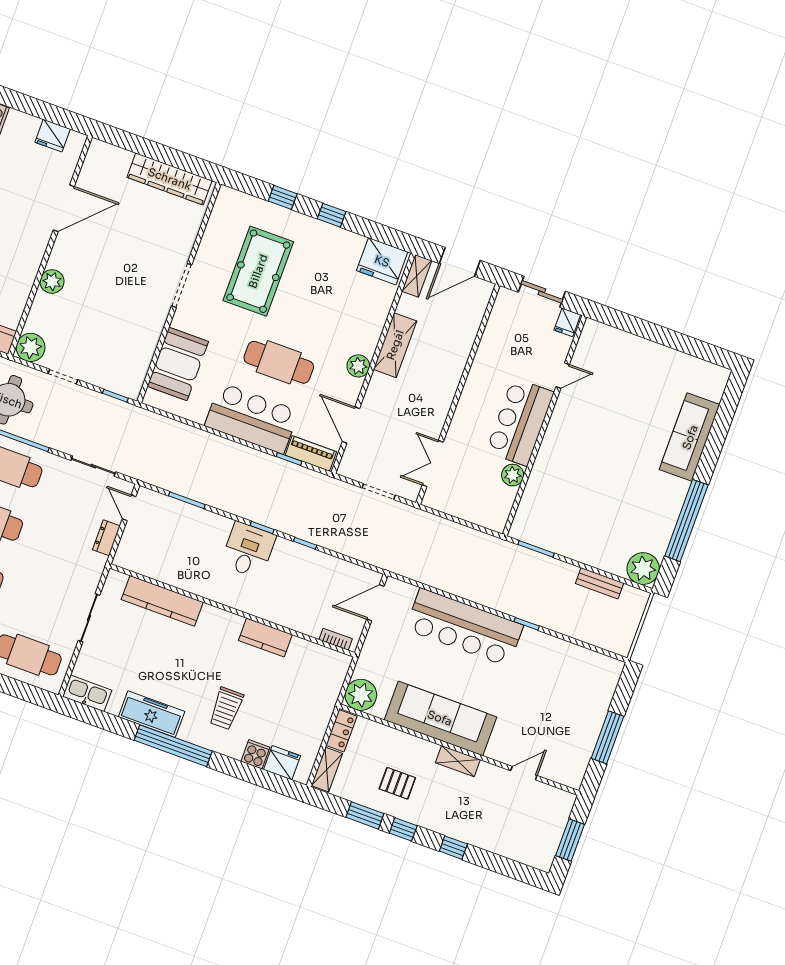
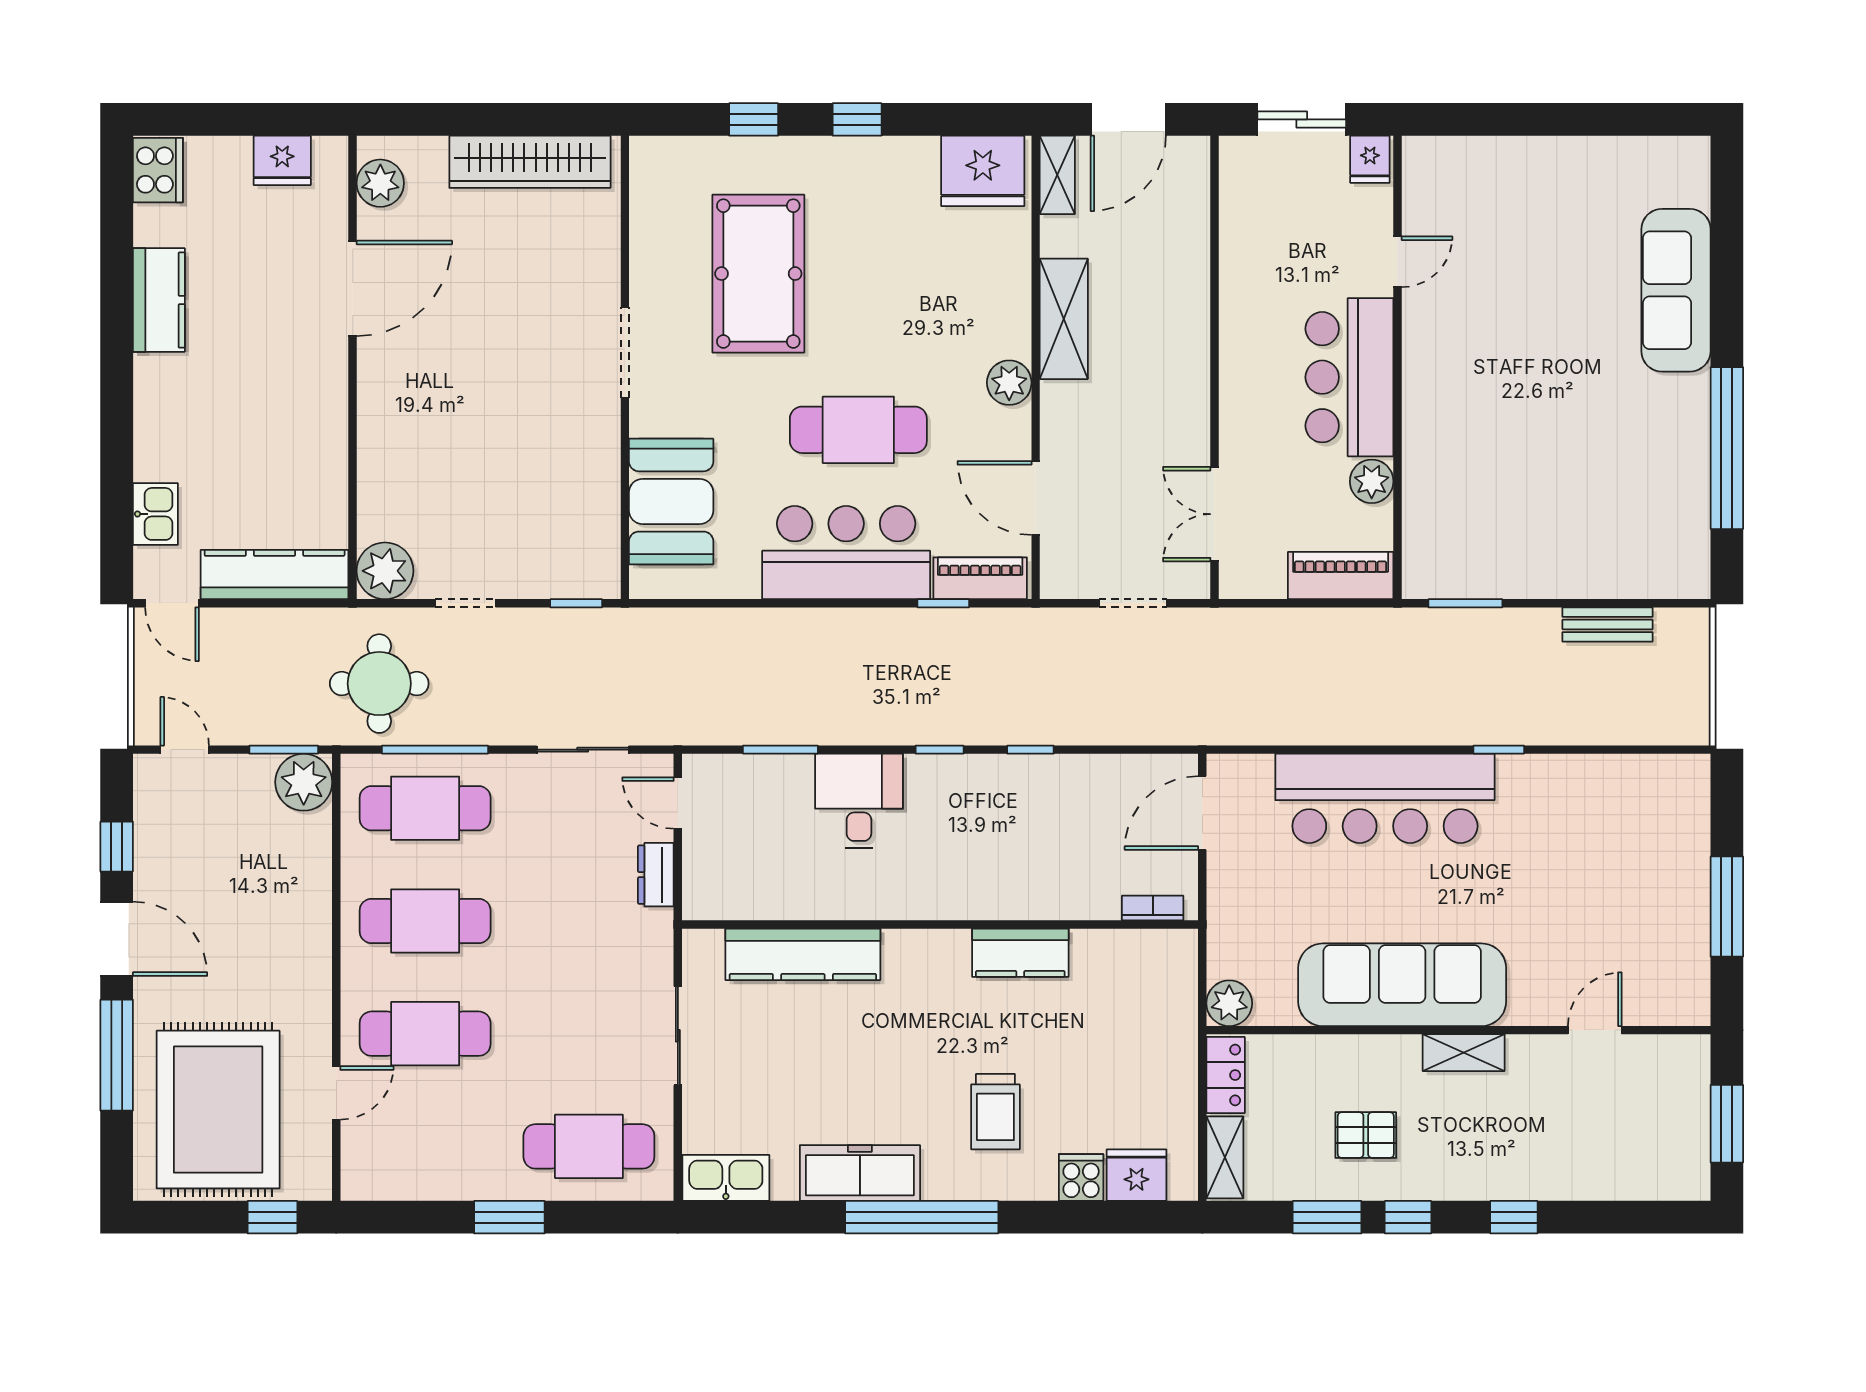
plant: (52, 282) -> (380, 183), moved
piano: (482, 514) -> (1341, 576), added
desk: (248, 550) -> (859, 801), moved
plant: (643, 569) -> (1679, 567), removed
plant: (361, 695) -> (1229, 1003), width x0.73, depth x0.73

